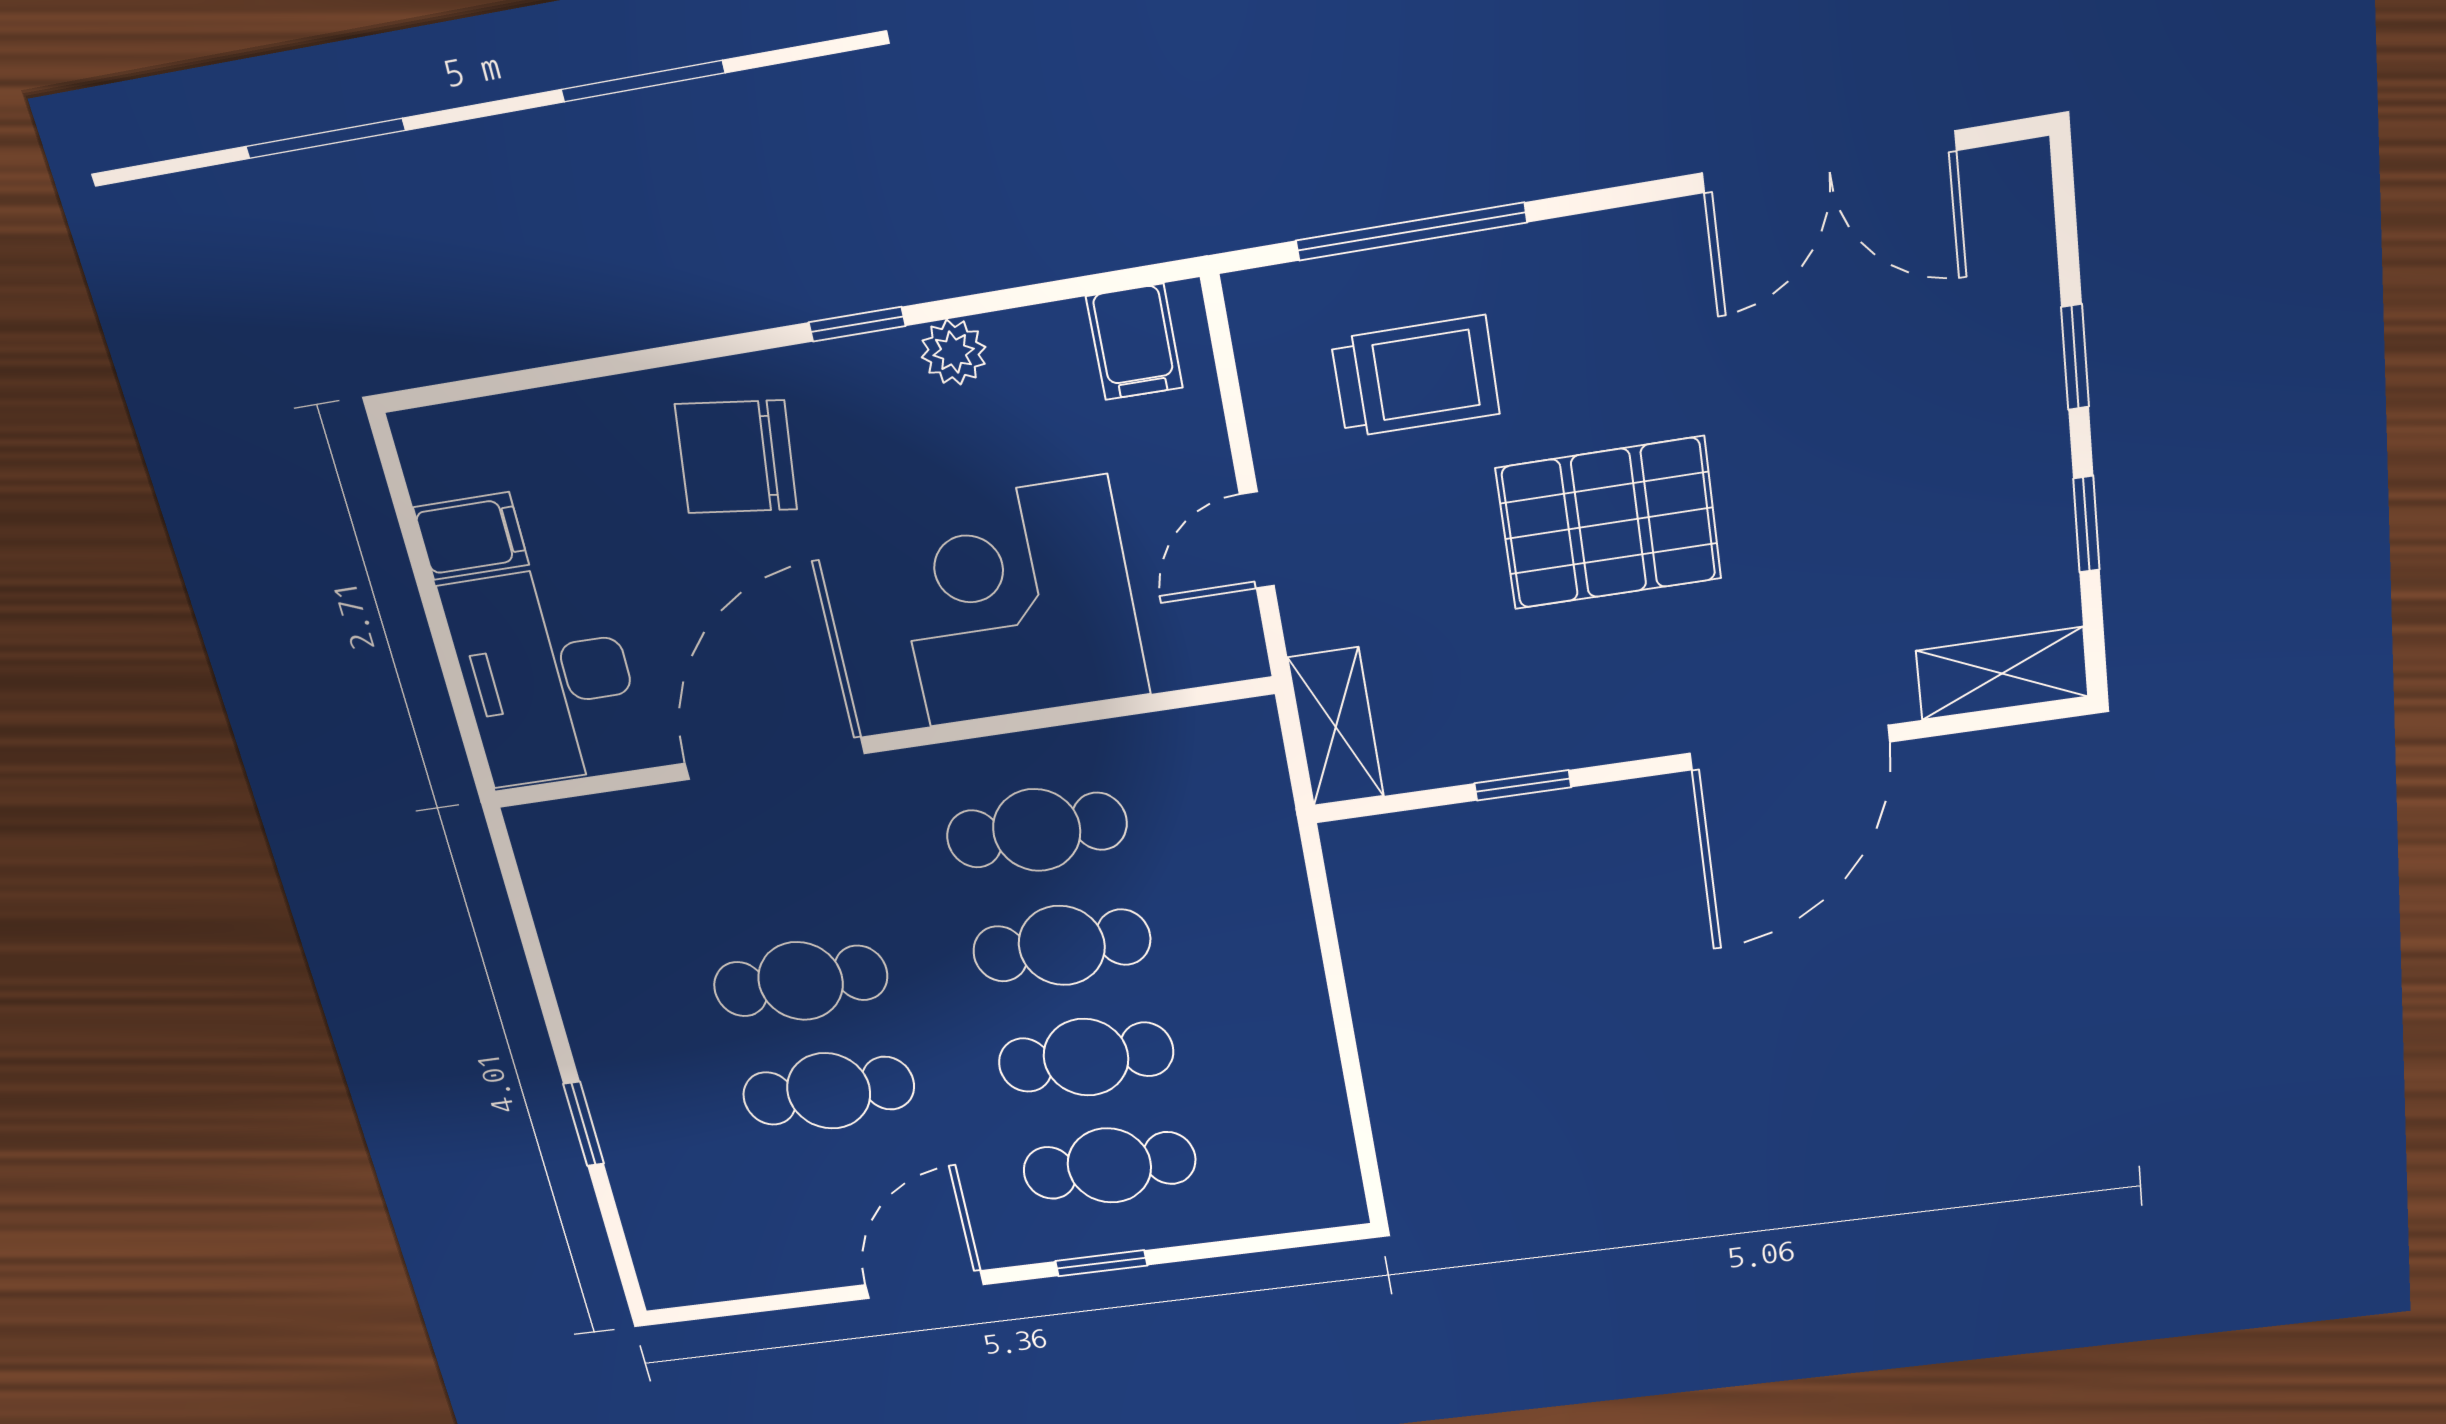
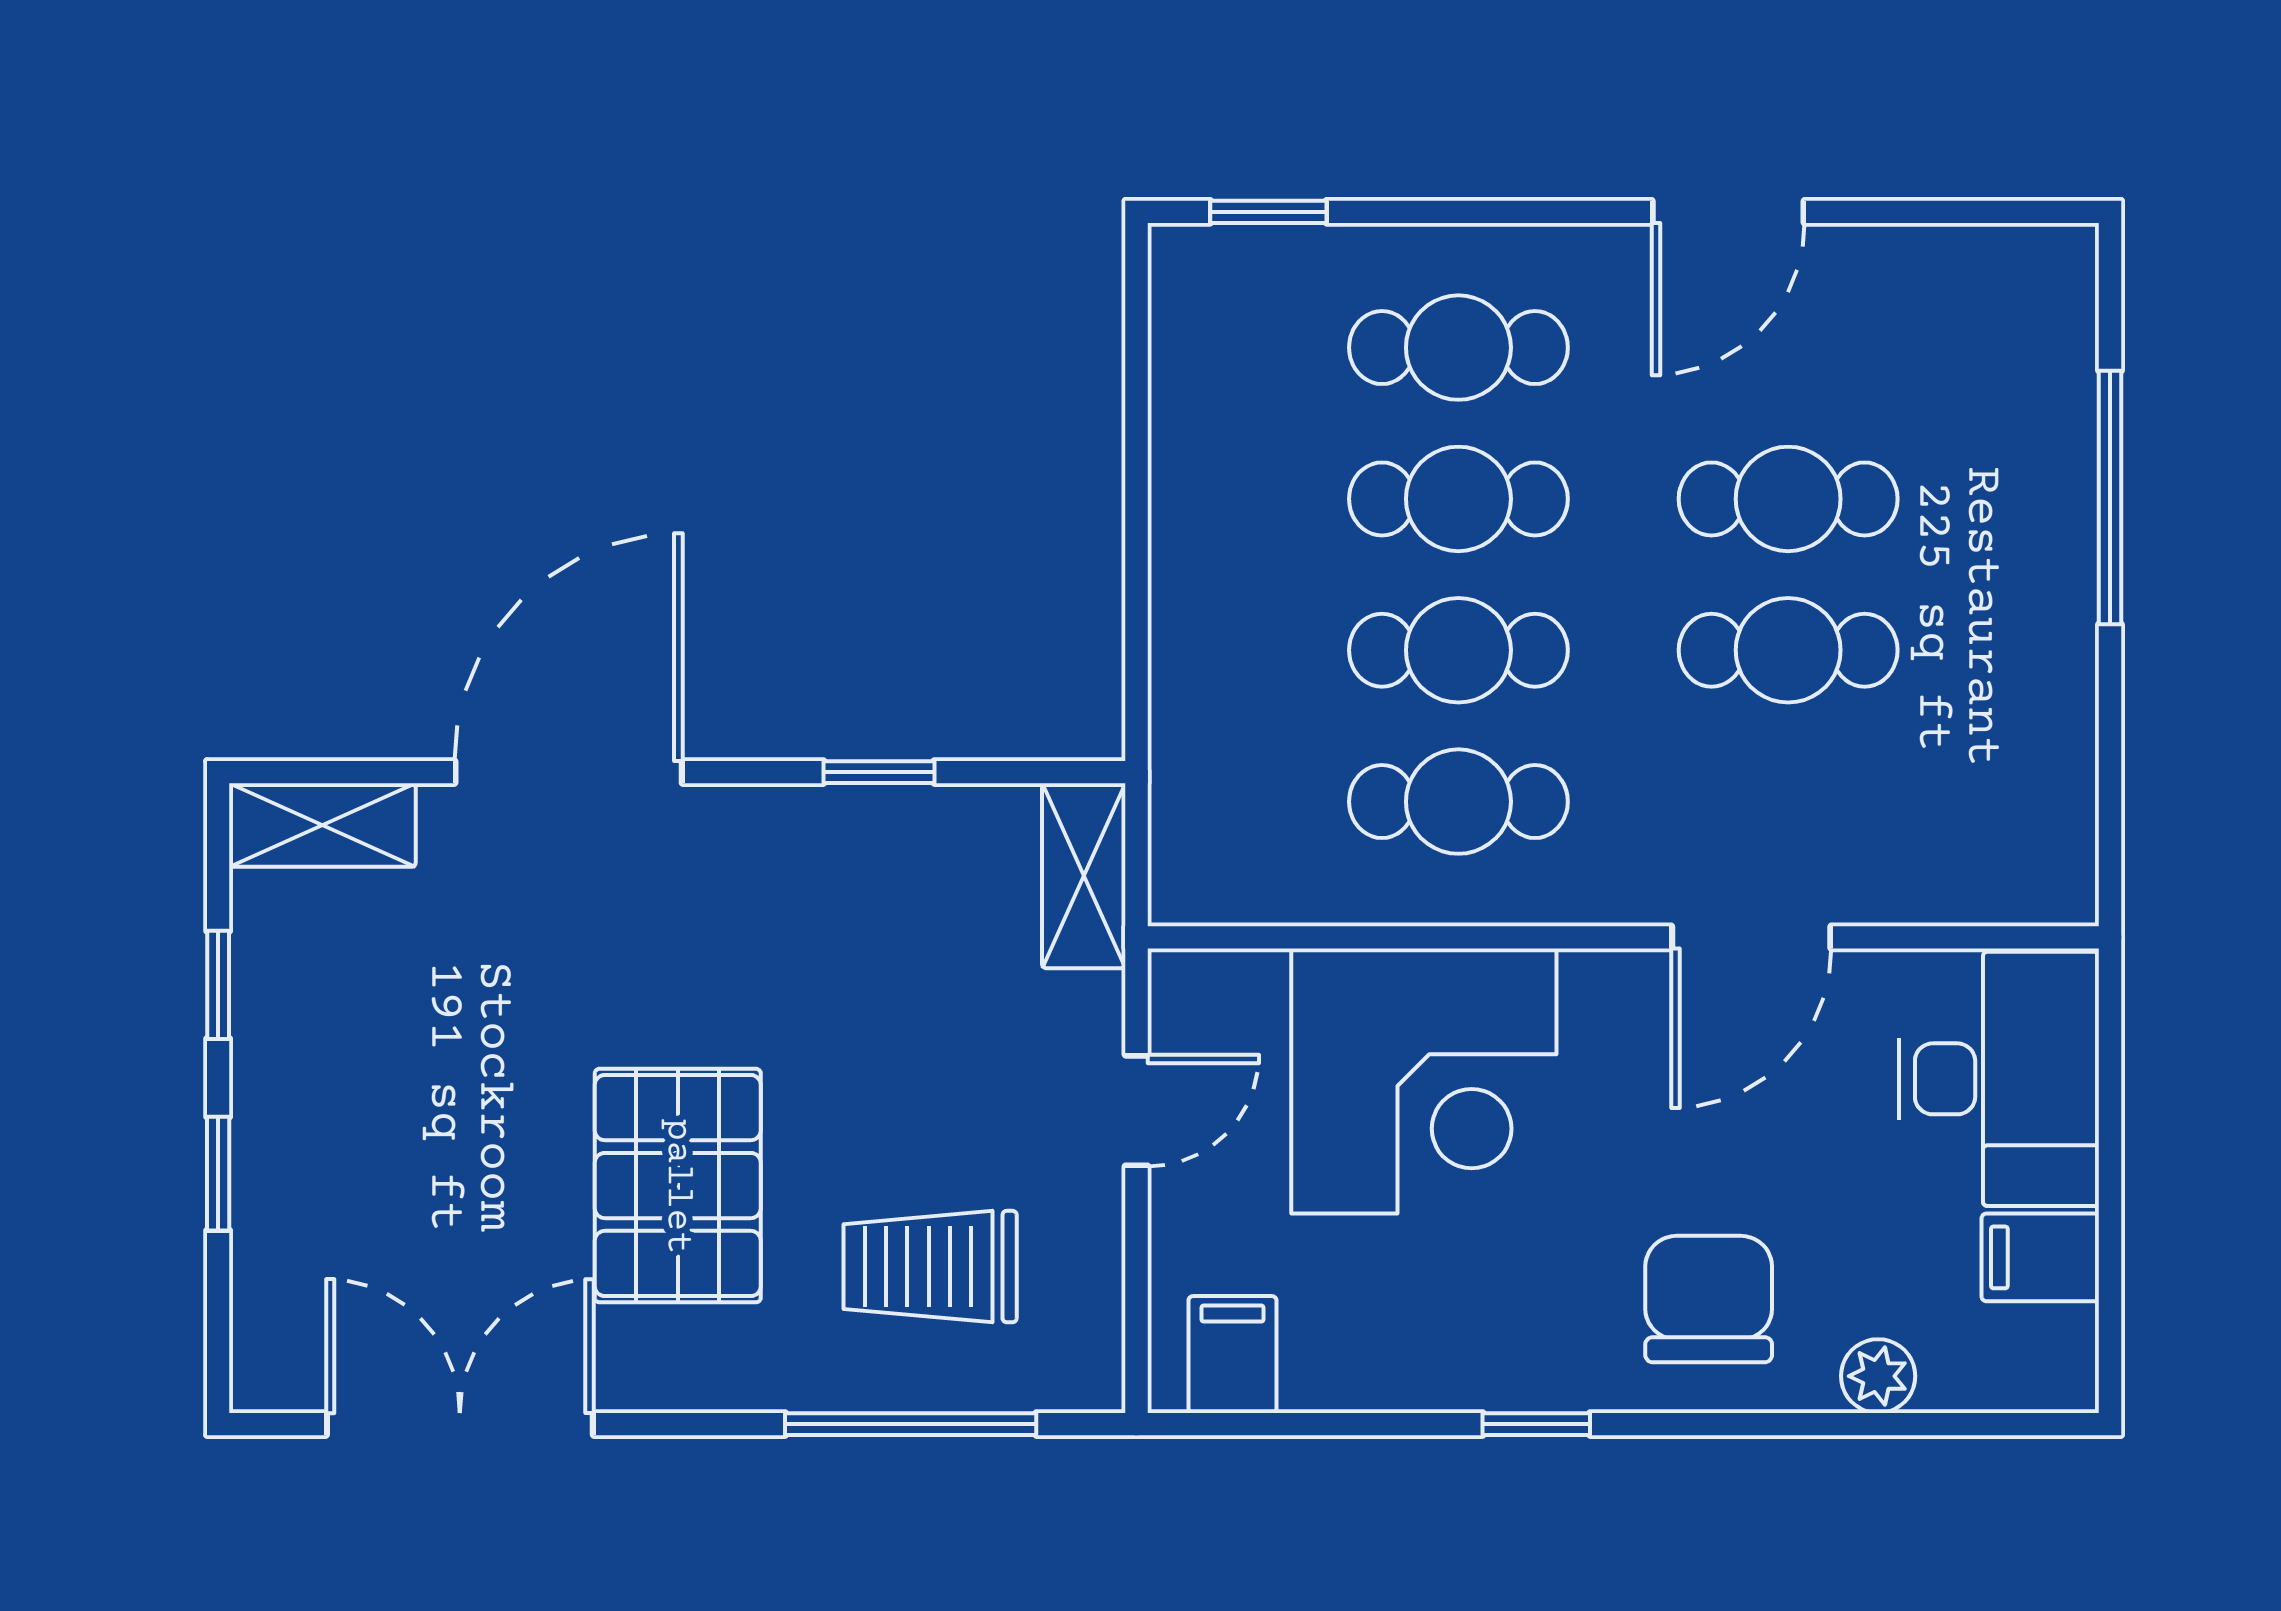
plant: (954, 352) -> (1878, 1376), moved
chair: (736, 457) -> (1709, 1299), turned -97
pallet: (1609, 523) -> (678, 1186), moved, turned 90
door: (775, 758) -> (1751, 937), width x0.73
window: (584, 1124) -> (2110, 498), width x2.17
window: (1101, 1263) -> (1268, 212), moved

